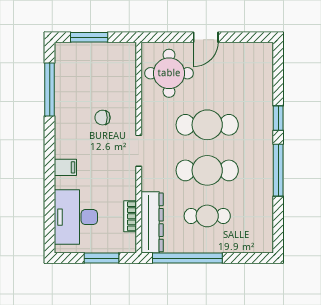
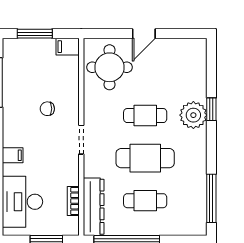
filing cabinet: (124, 51) -> (68, 47), added
plant: (259, 124) -> (193, 115), added
cafe table: (207, 125) -> (145, 116), width x0.73, depth x0.74
window: (278, 170) -> (211, 198), moved

